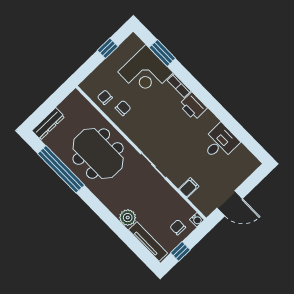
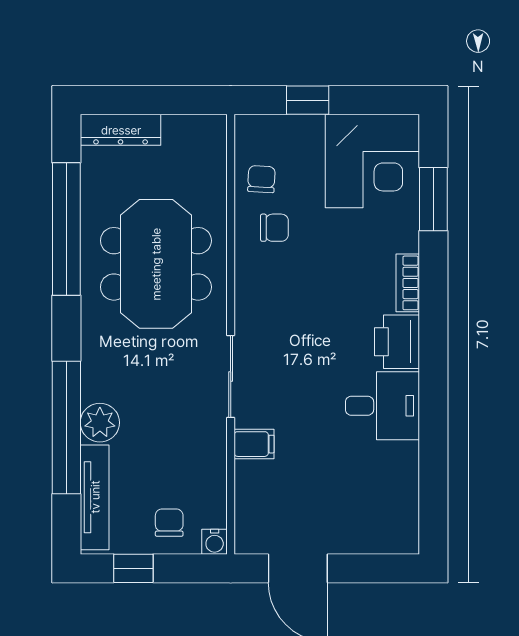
window: (108, 48) -> (308, 100), moved
corner desk: (145, 72) -> (372, 161), moved, turned -90
desk: (220, 143) -> (382, 406), moved
filing cabinet: (189, 188) -> (254, 444), moved
window: (119, 229) -> (66, 428), added

